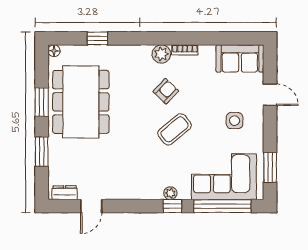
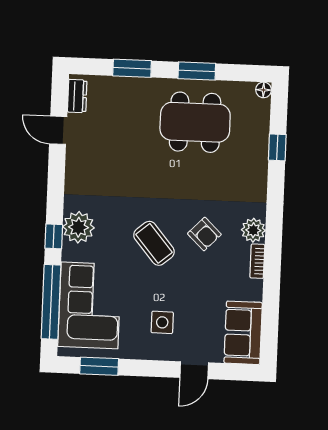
dining table: (81, 102) -> (195, 122), width x0.73, depth x0.80
plant: (170, 193) -> (78, 227), width x1.87, depth x1.87

